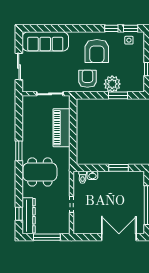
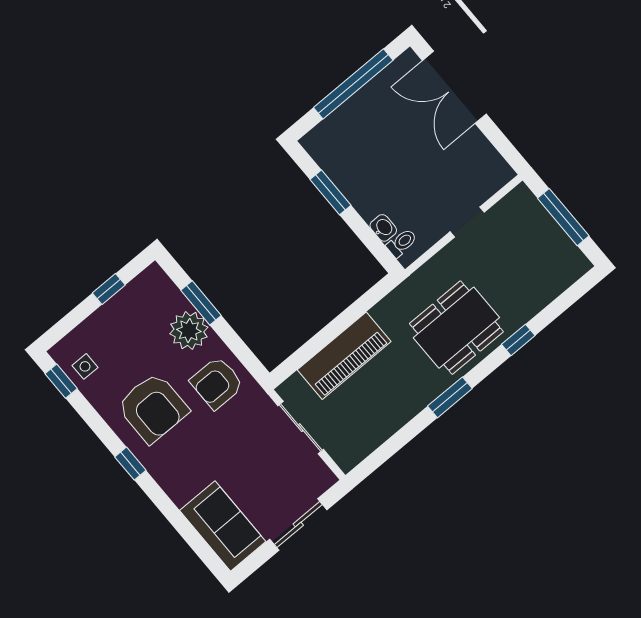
window: (111, 28) -> (130, 464), moved
sofa: (45, 41) -> (223, 526), width x0.73
armchair: (97, 51) -> (153, 408), turned 90
dining table: (40, 172) -> (456, 328), turned 90
window: (19, 214) -> (518, 340), moved
dresser: (29, 216) -> (552, 282), removed

